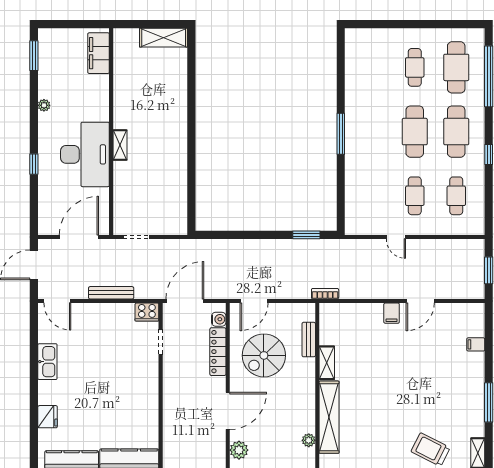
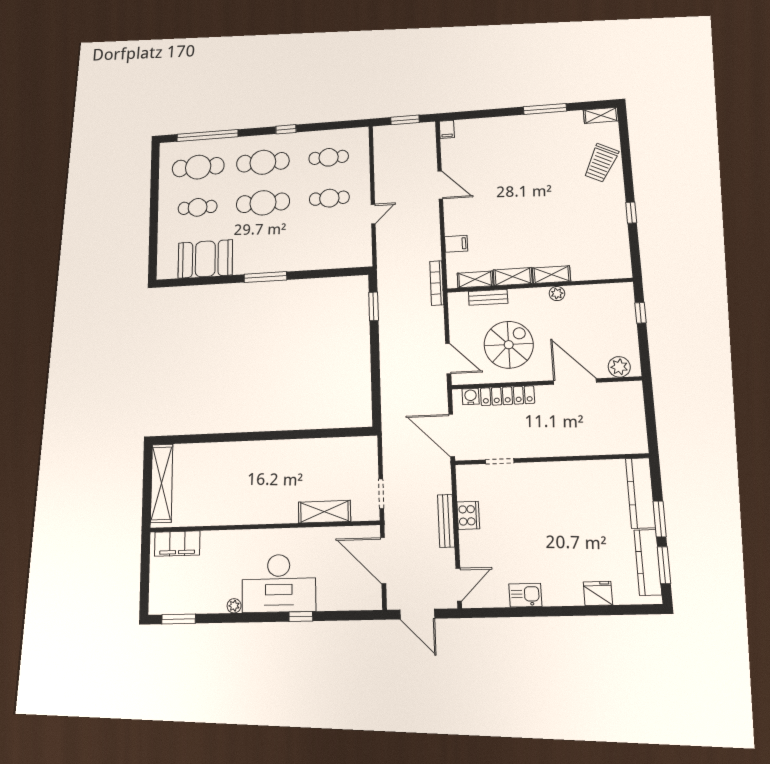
shelving: (164, 38) -> (162, 483), width x1.47
booth: (362, 76) -> (205, 259), added
shelving: (120, 145) -> (324, 512), moved, width x1.50, depth x1.33
desk: (85, 154) -> (279, 583), moved, turned 180
bookcase: (325, 294) -> (437, 283), width x1.56
cooker: (147, 312) -> (468, 515), moved
filing cabinet: (392, 313) -> (456, 244), moved
shelving: (326, 329) -> (475, 279), added
filing cabinet: (476, 344) -> (447, 129), moved
spiral stairs: (264, 355) -> (509, 345), turned -90
kitchen sink: (47, 362) -> (525, 595), width x0.73
shelving: (329, 417) -> (551, 275), width x0.45, depth x0.75
plant: (309, 440) -> (557, 294), moved

